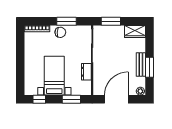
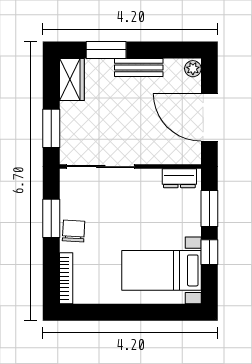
window: (150, 67) -> (106, 50), moved
dresser: (86, 72) -> (179, 178), moved
bed with nightstands: (54, 76) -> (162, 270), moved
window: (39, 99) -> (209, 252), moved

